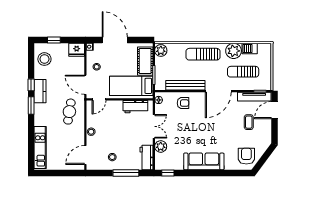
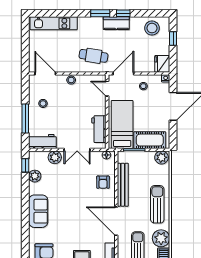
sofa: (204, 161) -> (38, 211), width x0.73
plant: (178, 164) -> (35, 176), added

